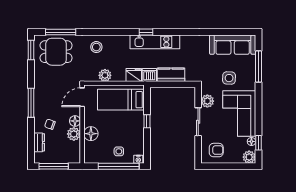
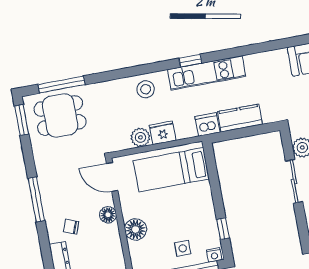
stool: (96, 47) -> (146, 89), moved
fridge: (134, 75) -> (163, 133), moved
door: (82, 97) -> (112, 177), hinge flipped
window: (147, 121) -> (223, 229), moved
plant: (74, 134) -> (110, 235), removed

